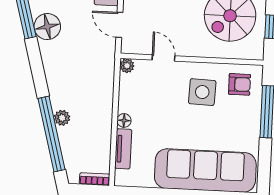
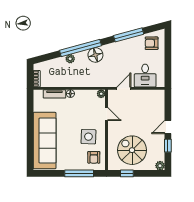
floor lamp: (47, 27) -> (95, 55), moved
door: (164, 58) -> (107, 114), hinge flipped
window: (52, 134) -> (81, 48), moved

